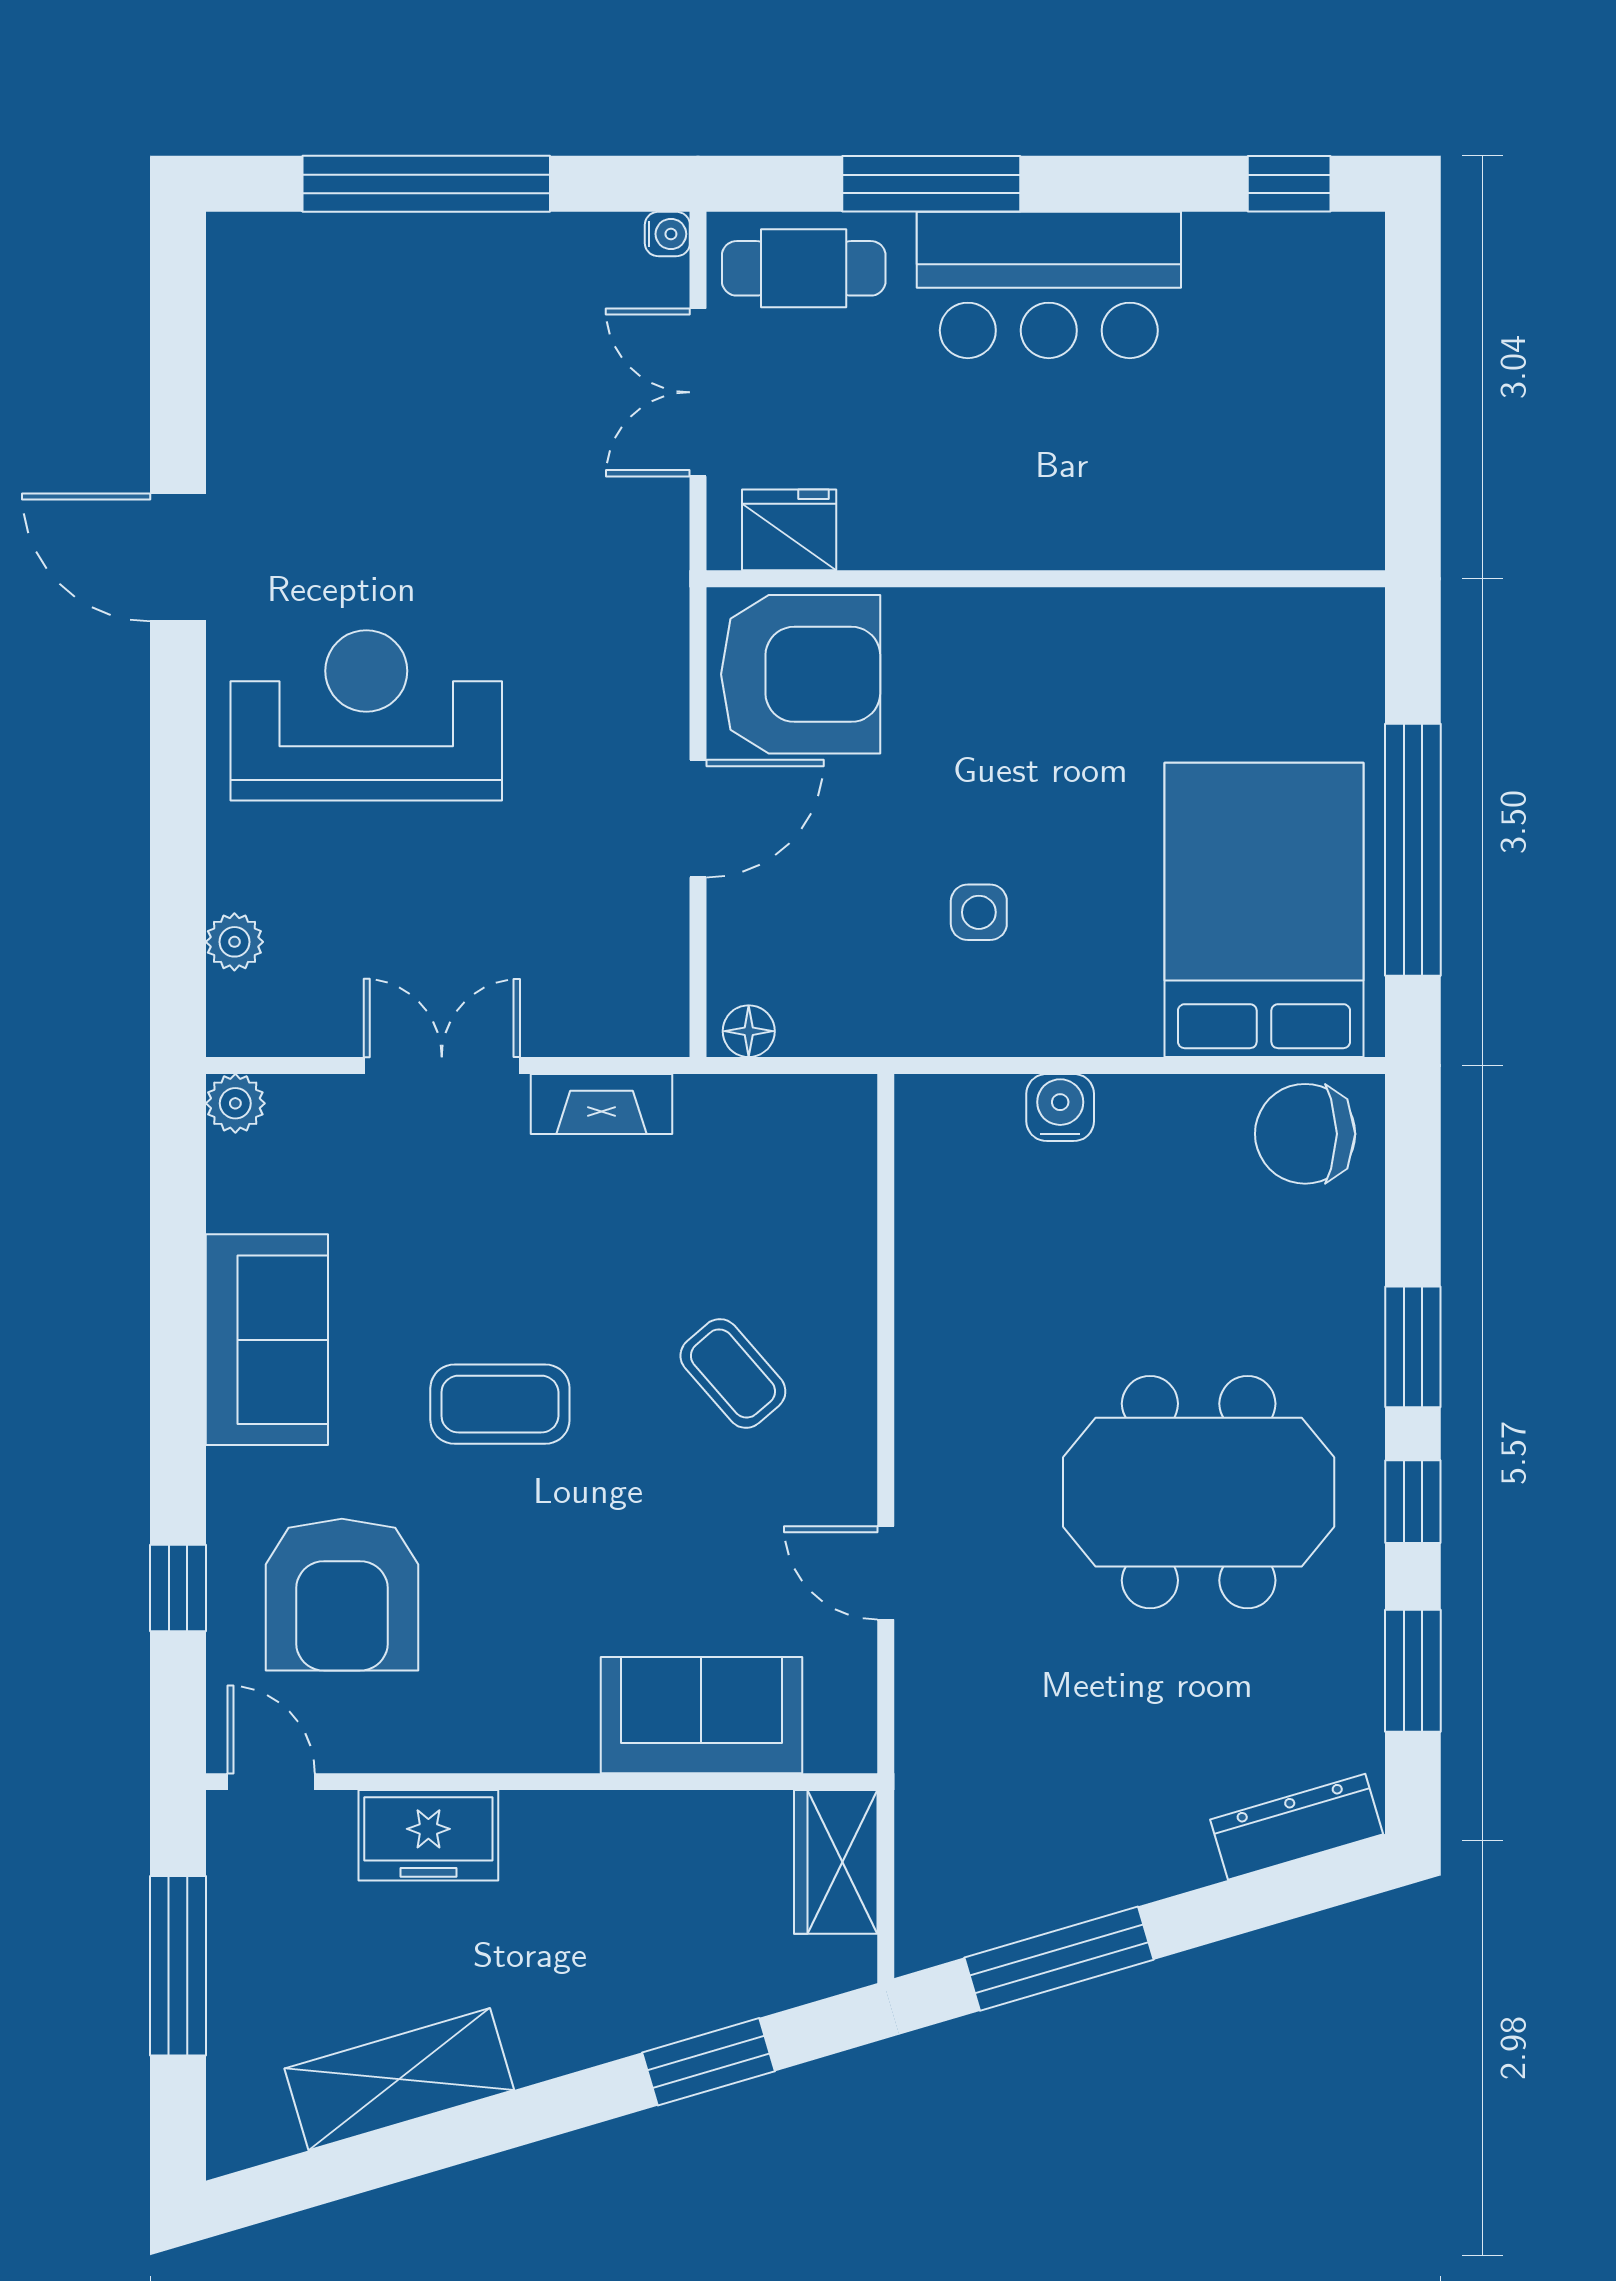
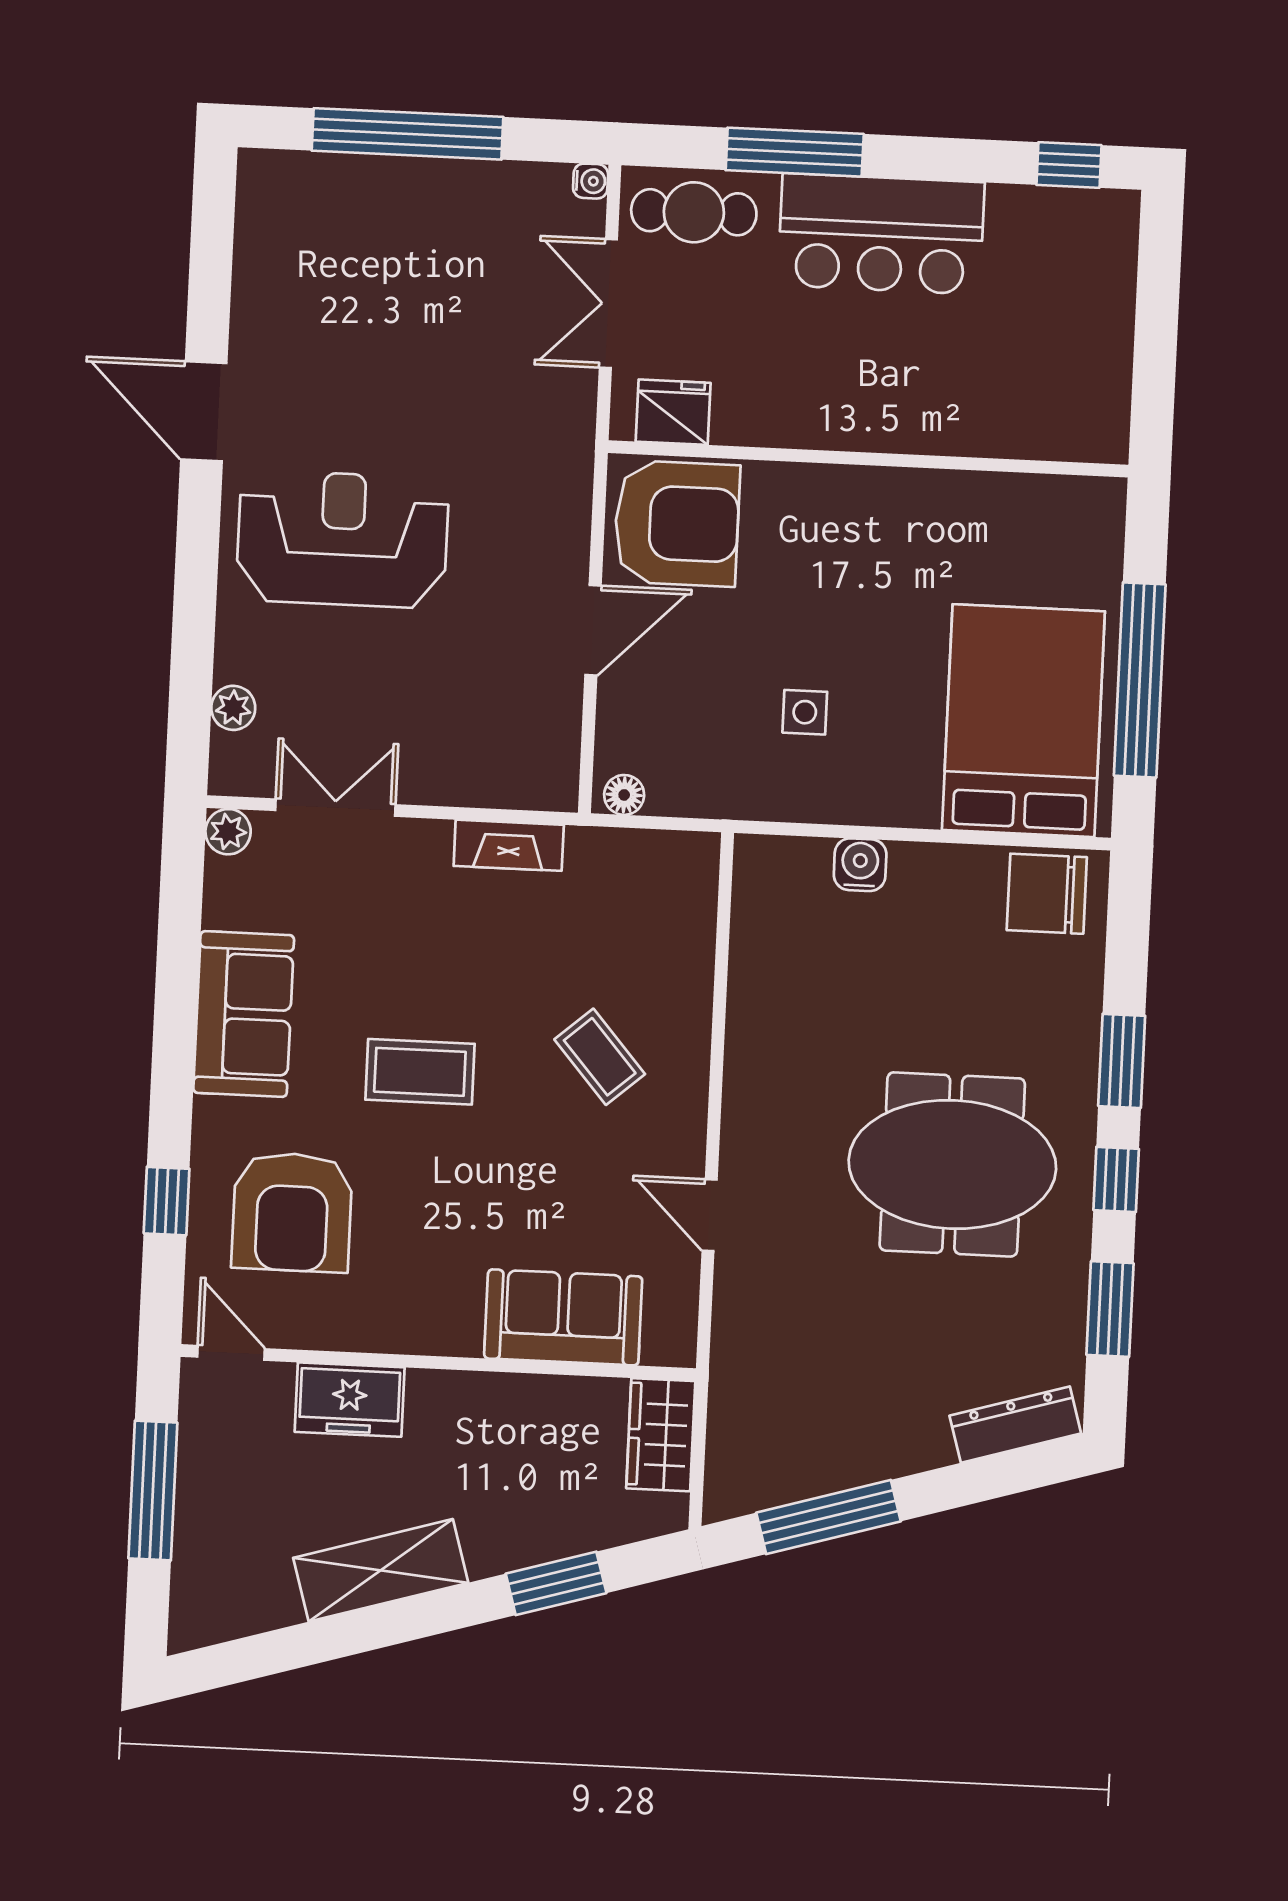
double door: (442, 1065) -> (335, 808), moved
shelving: (399, 2079) -> (381, 1570), moved

